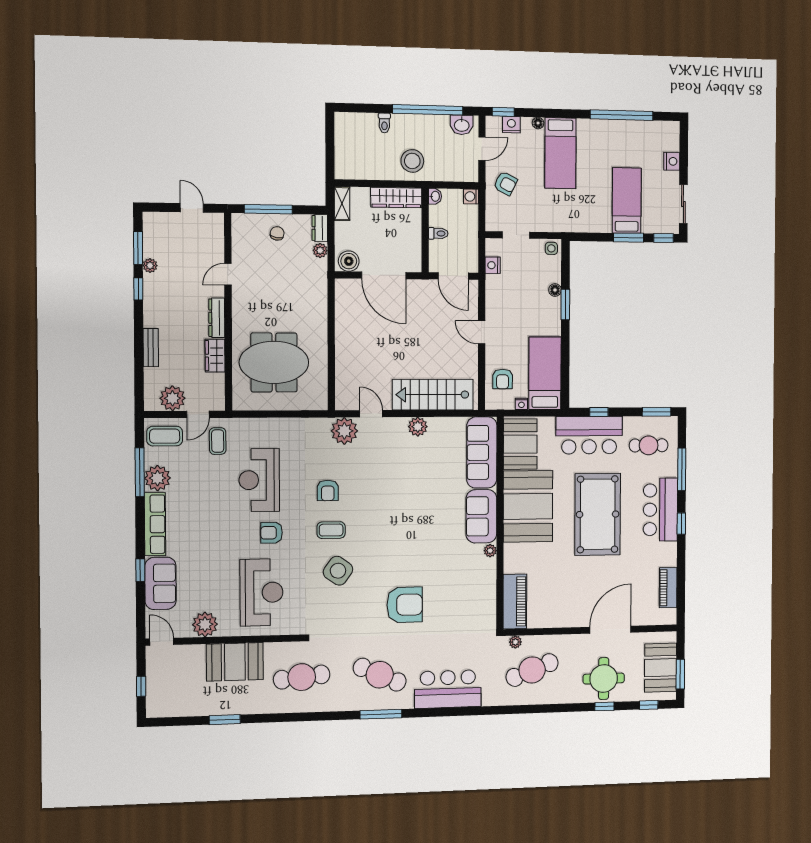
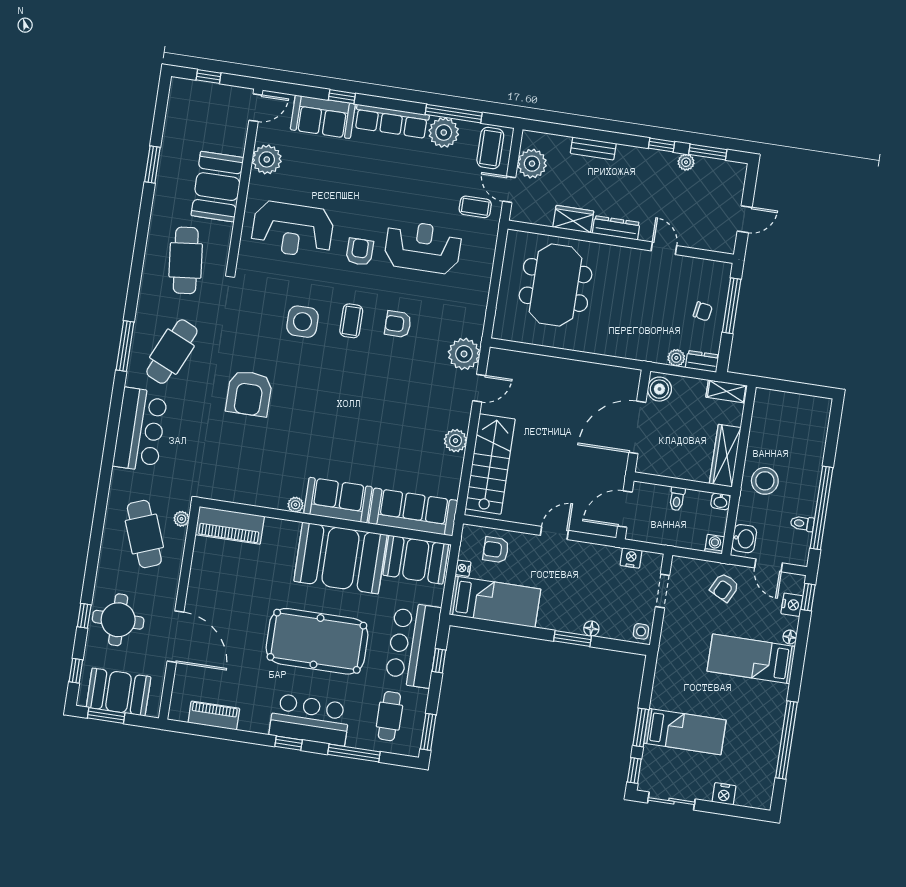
toilet: (384, 123) -> (802, 523), moved
washbasin: (462, 125) -> (744, 539), moved, turned 180
side table: (338, 571) -> (302, 322), turned -35

